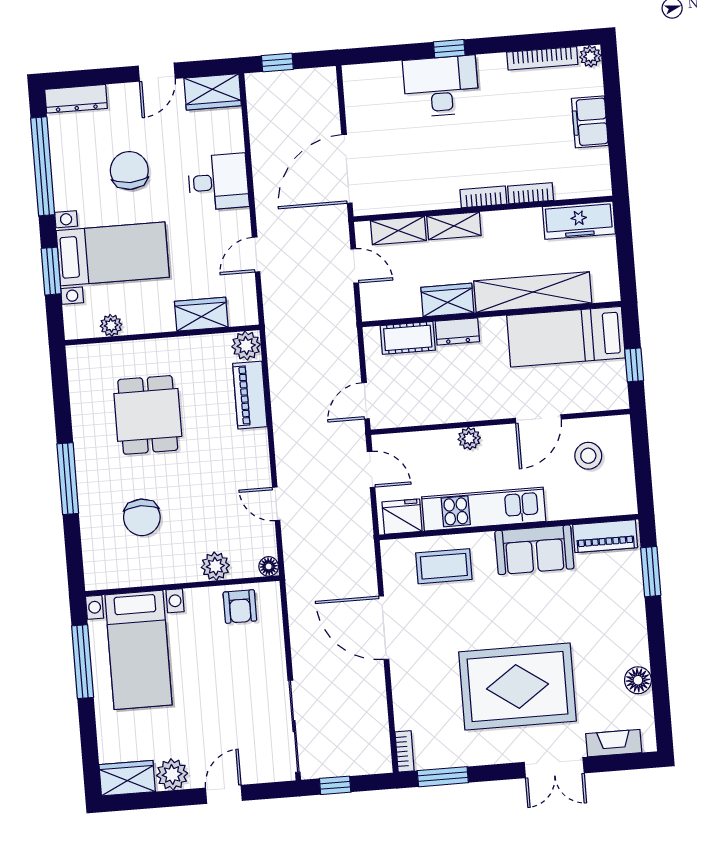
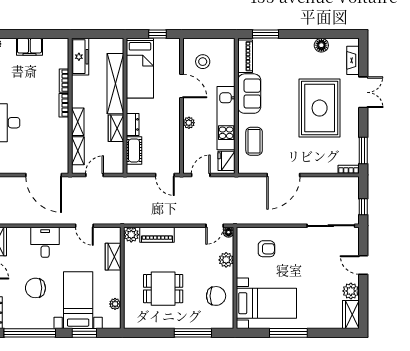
plant: (215, 566) -> (226, 260), moved
floor lamp: (269, 566) -> (229, 232), moved
wall: (182, 586) -> (235, 278), moved
bed with nightstands: (139, 650) -> (266, 303), moved

